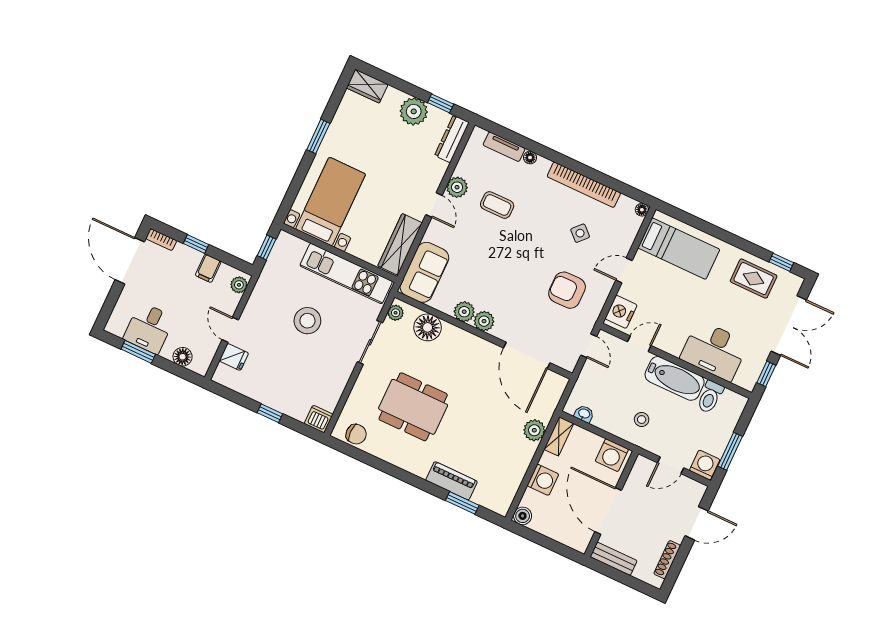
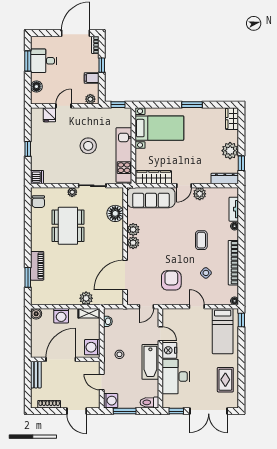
coffee table: (497, 205) -> (201, 240), moved
window: (781, 262) -> (241, 320), moved
sofa: (424, 272) -> (151, 198), width x1.36
nightstand: (621, 312) -> (169, 350), moved, turned -90
plant: (396, 313) -> (72, 192), moved
toilet: (710, 397) -> (149, 402), moved

